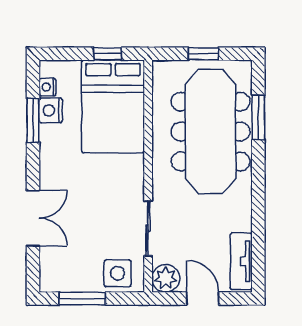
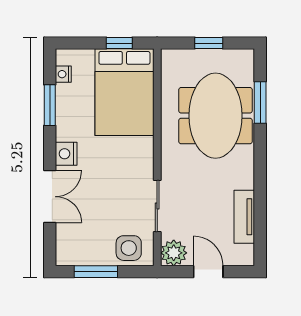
nightstand: (51, 110) -> (66, 154), moved
meeting table: (211, 132) -> (215, 116), width x0.73
tv unit: (241, 261) -> (244, 217), moved

